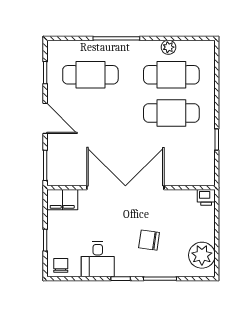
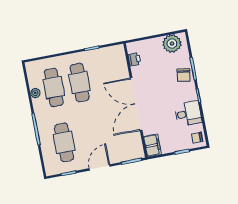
printer: (206, 197) -> (134, 59), moved
chair: (149, 240) -> (184, 75), moved

